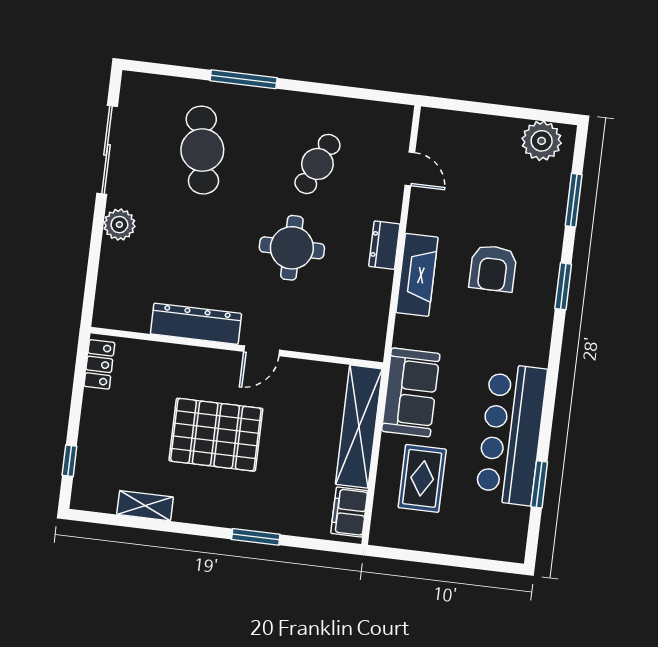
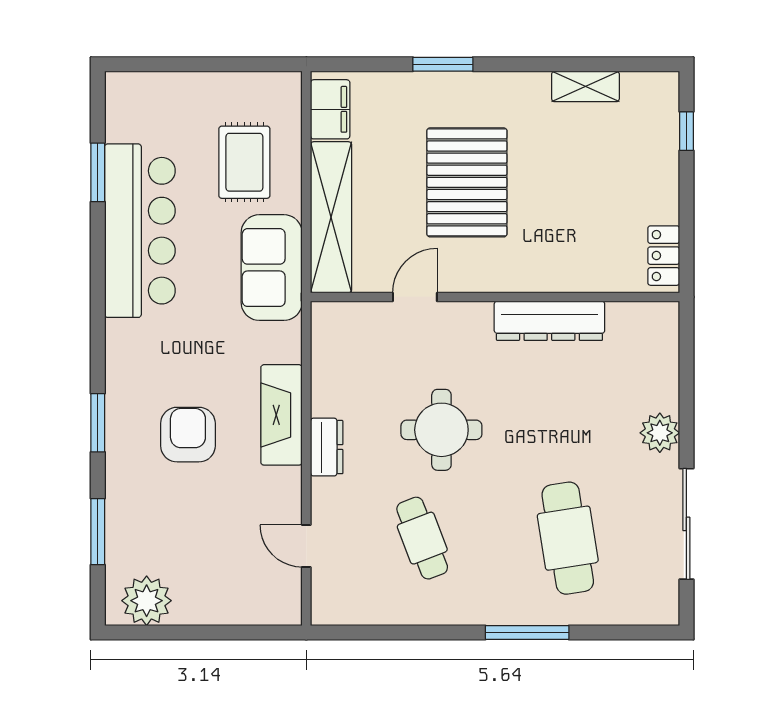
cafe table: (317, 164) -> (422, 538), turned -45
door: (262, 351) -> (415, 297), moved
pallet: (216, 435) -> (467, 182), moved, turned 90

